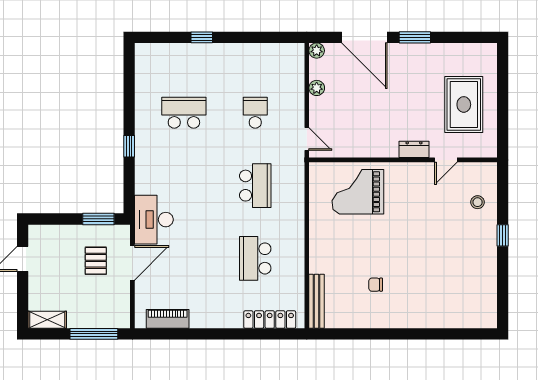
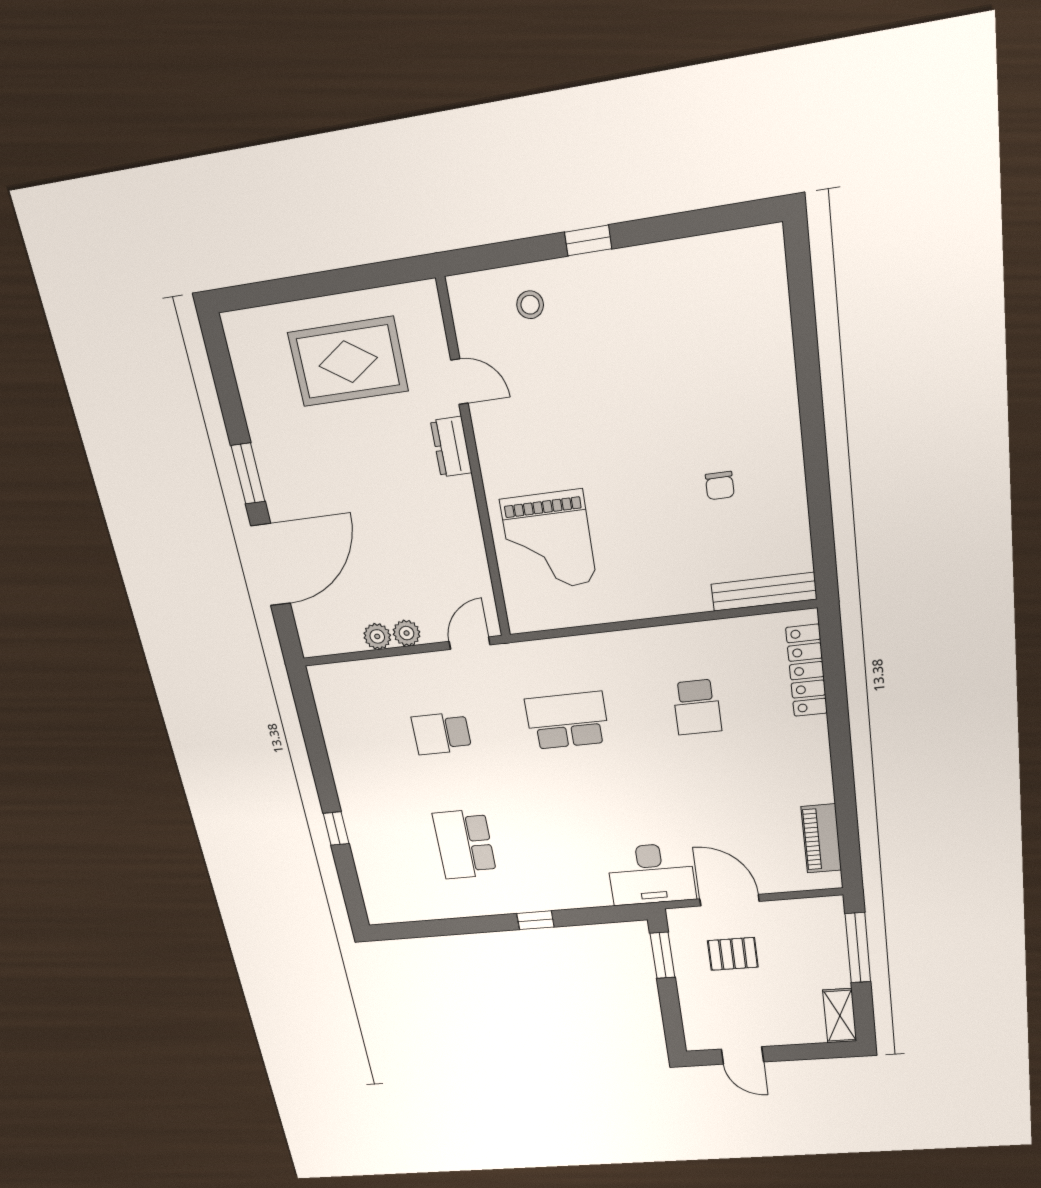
plant: (317, 51) -> (407, 633), moved
school desk: (255, 258) -> (697, 707), width x0.54

